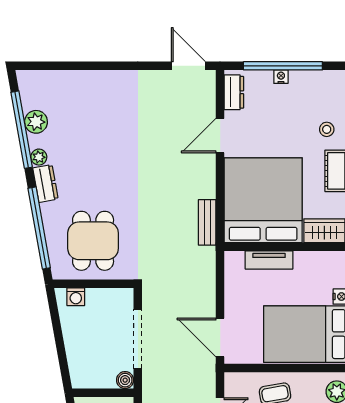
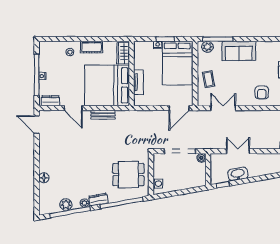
door: (188, 66) -> (37, 125), hinge flipped
floor lamp: (87, 80) -> (44, 178), added
bench: (207, 222) -> (103, 115), moved

